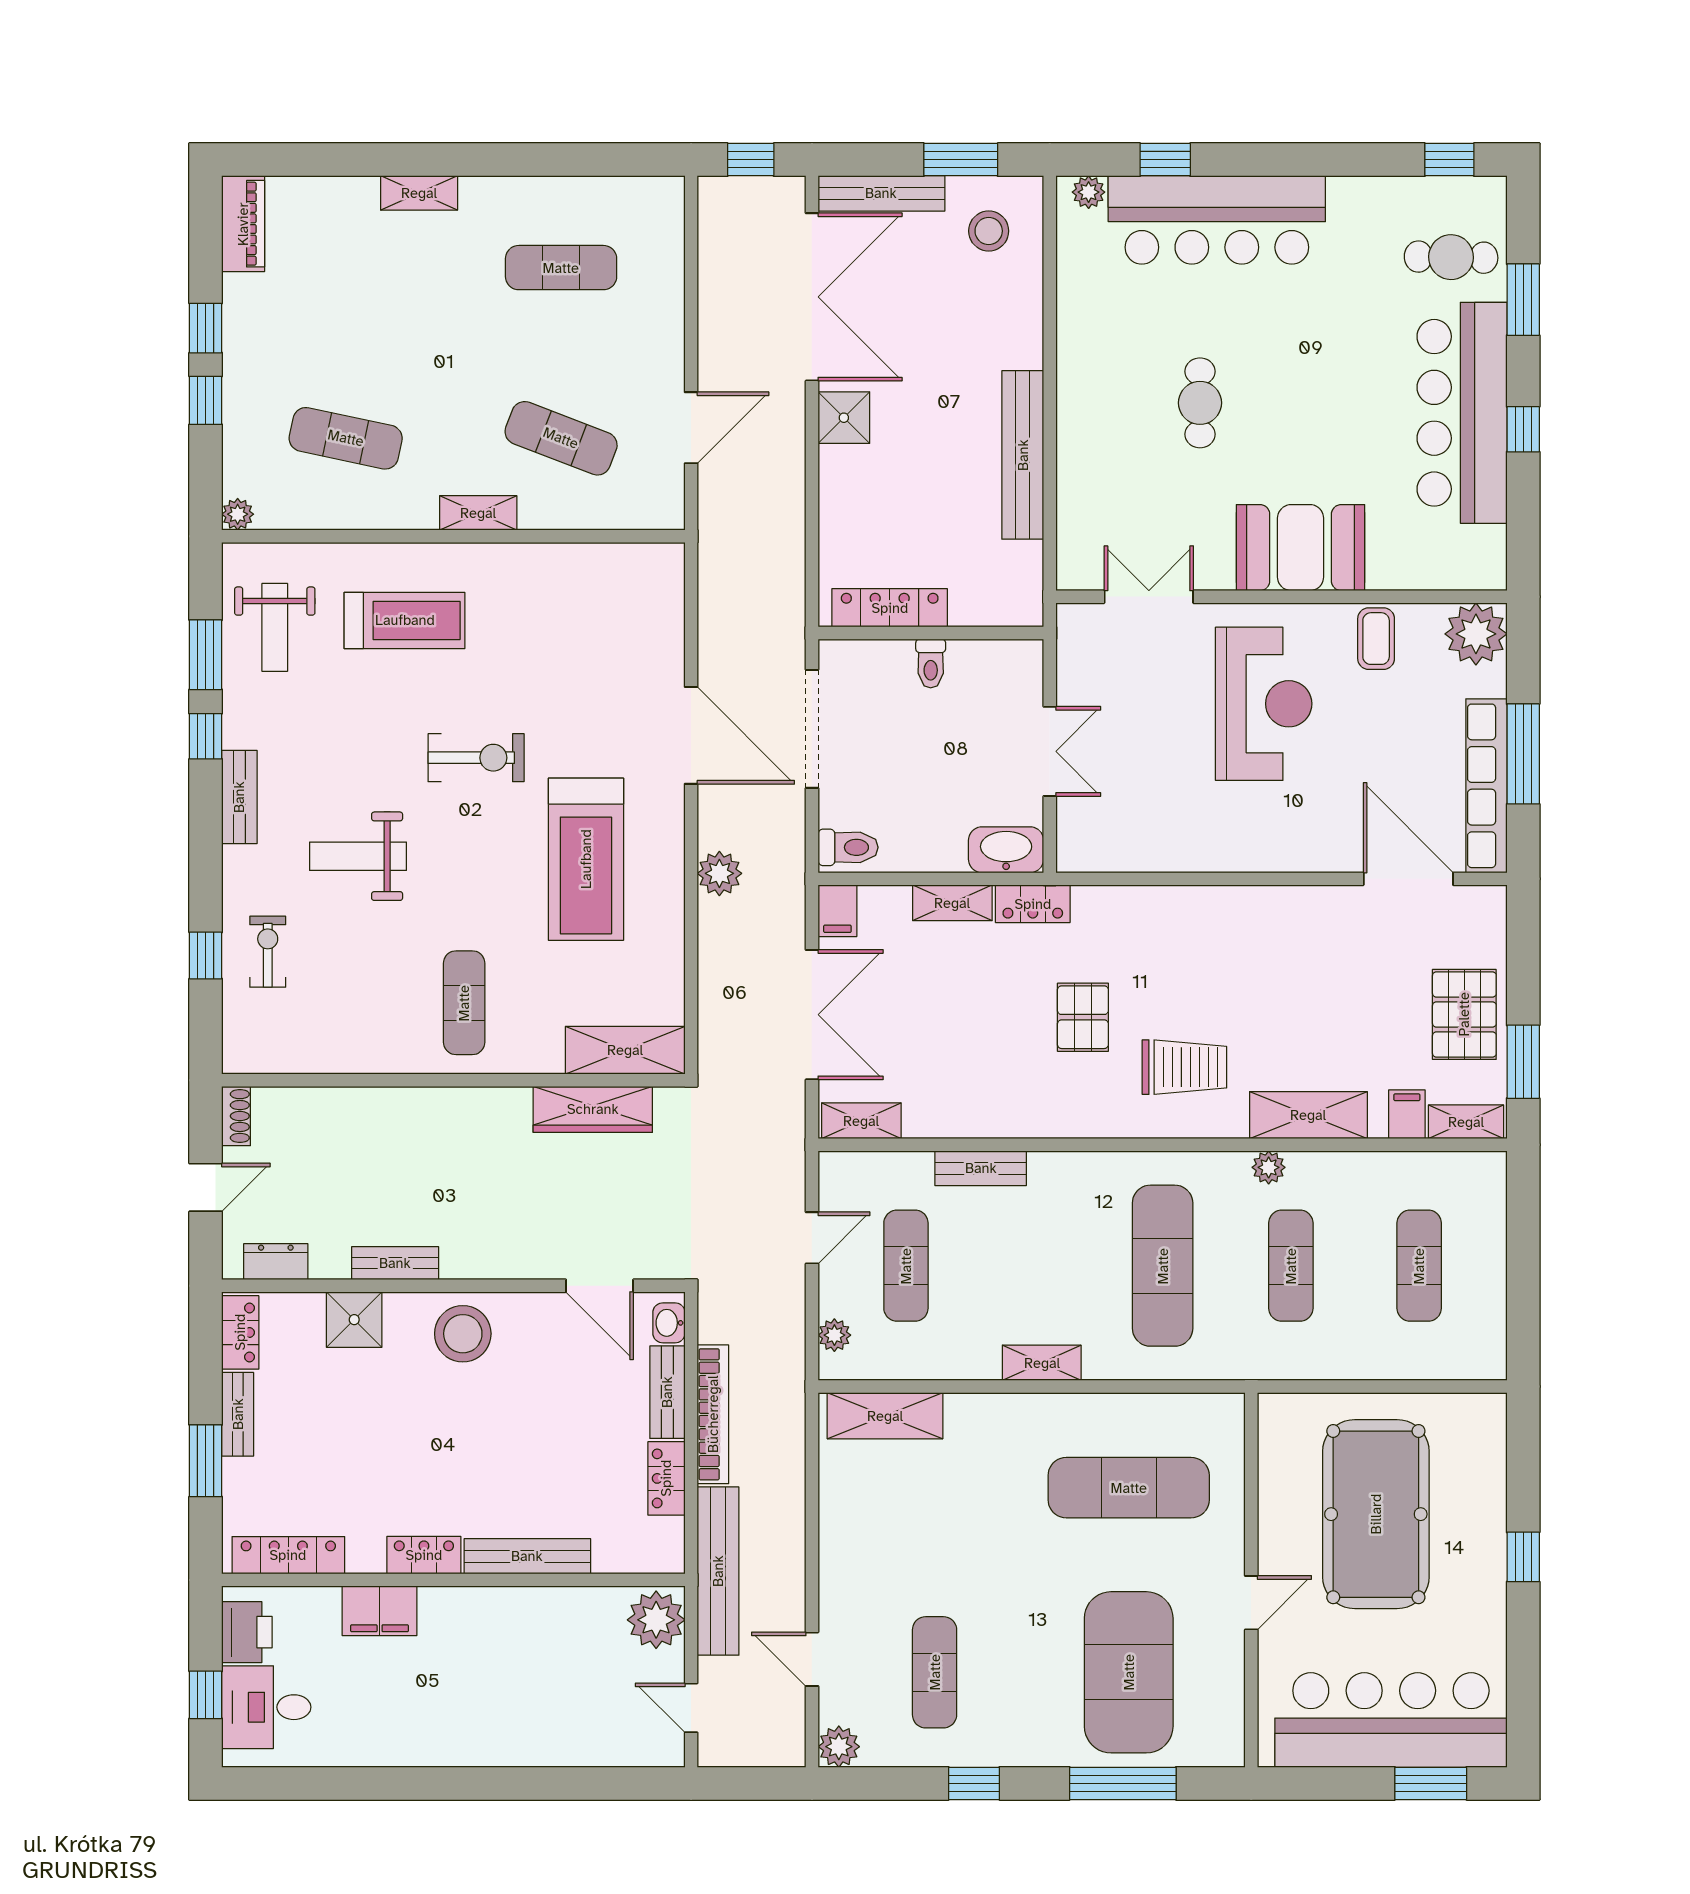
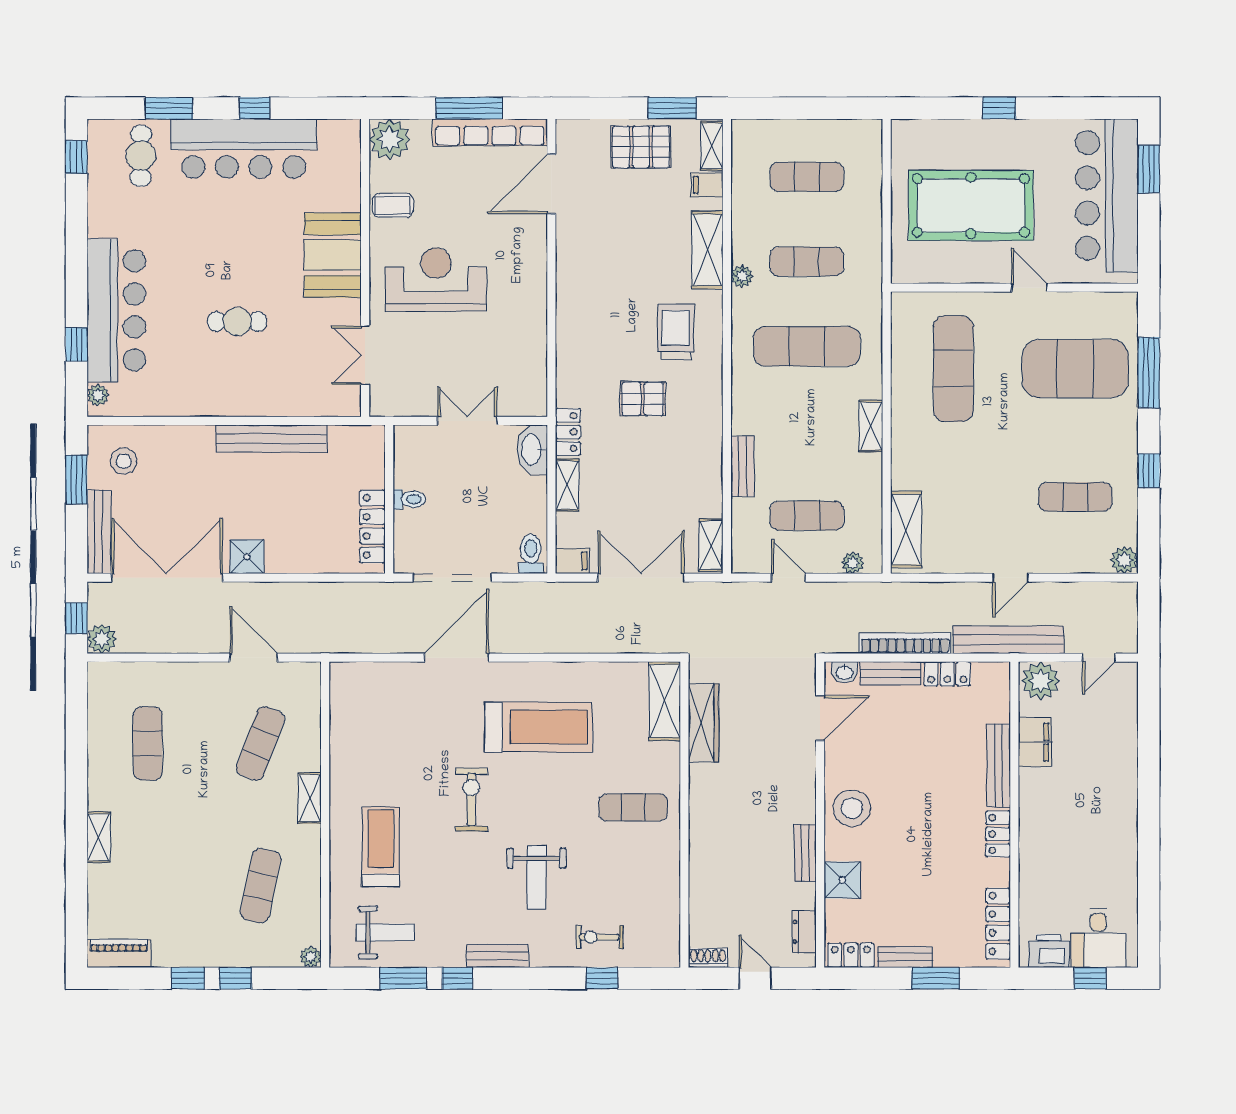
plant: (719, 873) -> (102, 639), moved
filing cabinet: (380, 1611) -> (1035, 742), moved
door: (812, 1659) -> (1010, 578), moved

